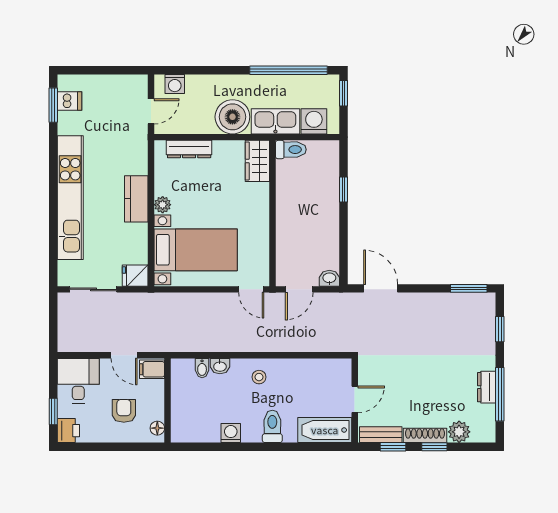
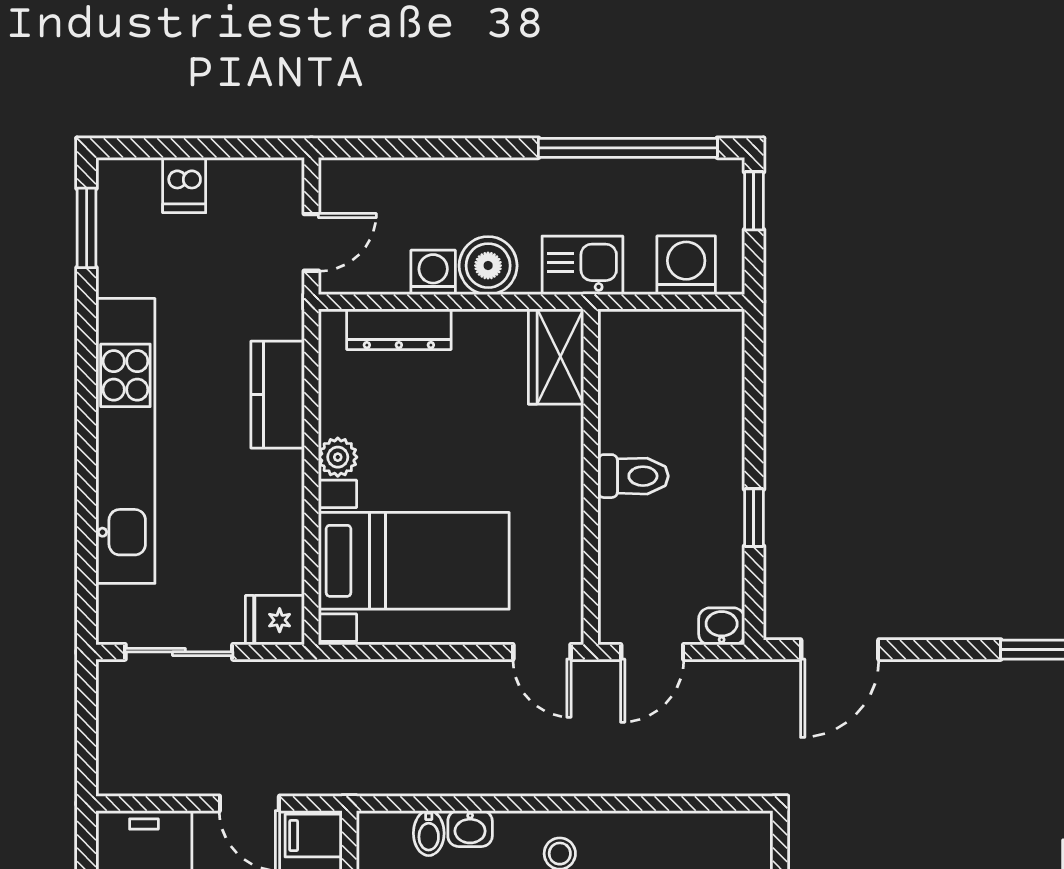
washing machine: (175, 84) -> (433, 272), moved, turned 180
dishwasher: (69, 101) -> (184, 185), moved, turned 90
boiler: (232, 117) -> (488, 266), width x0.73, depth x0.73
kitchen sink: (275, 121) -> (582, 265), width x0.73
toilet: (291, 150) -> (633, 476), moved
window: (343, 190) -> (754, 518), moved
kitchen counter: (136, 199) -> (278, 395), moved
door: (381, 288) -> (840, 650), swing flipped

